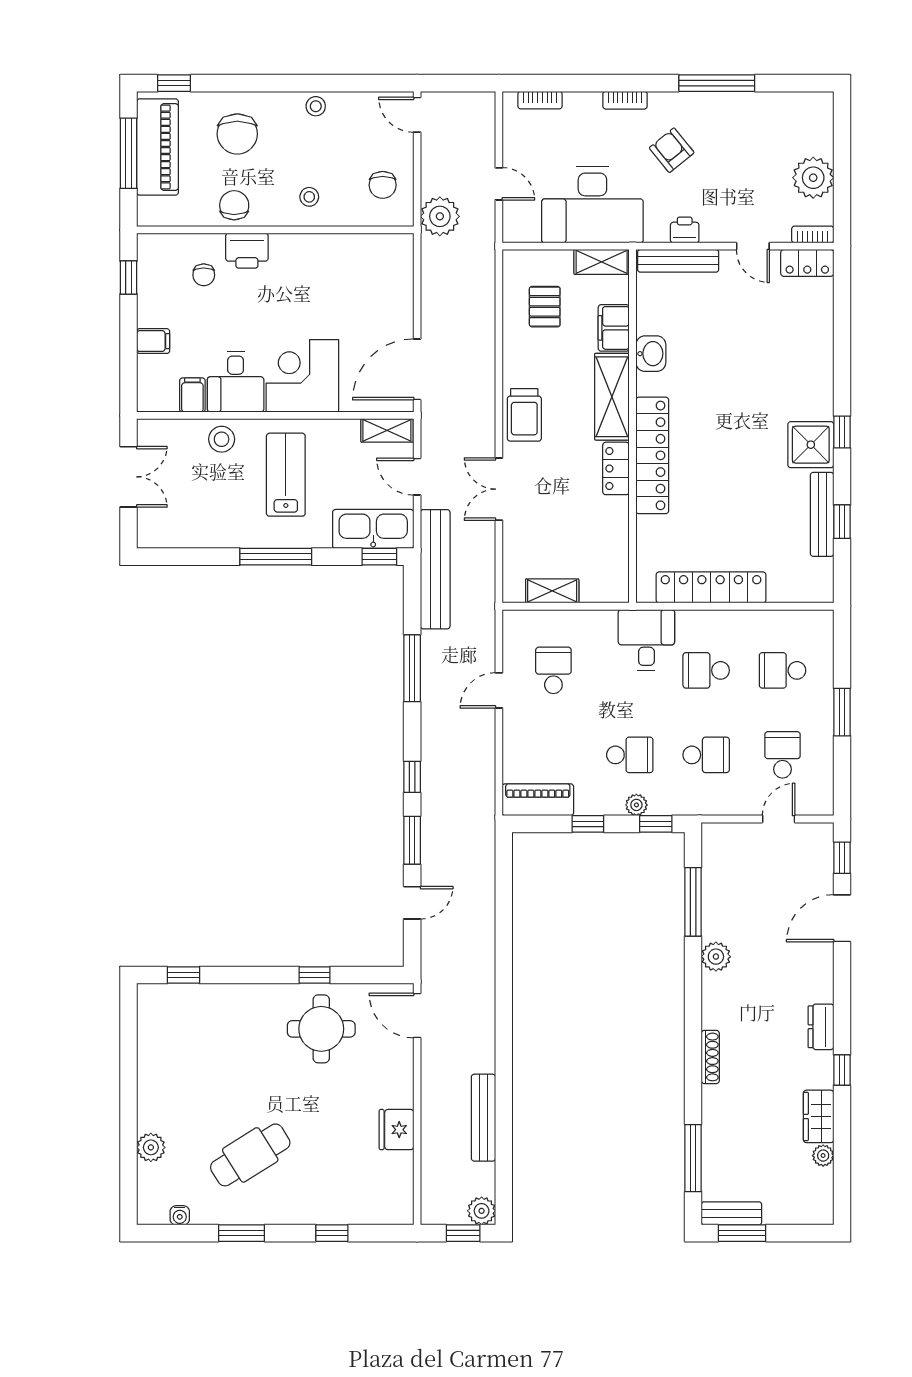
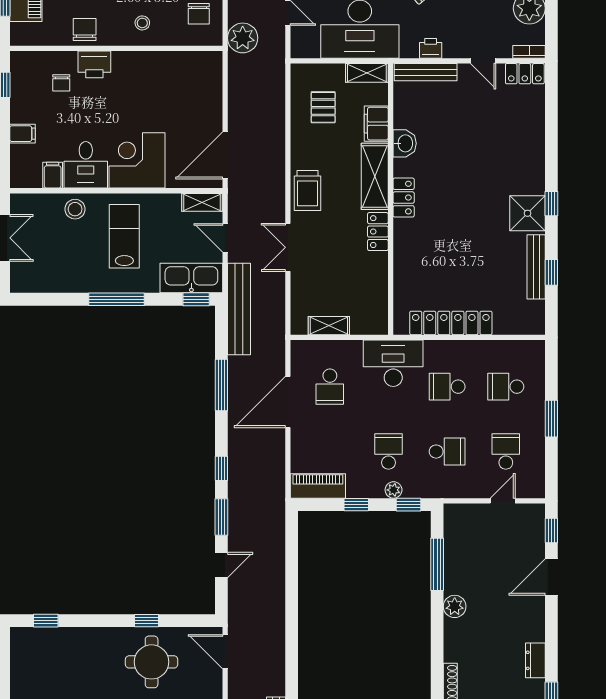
locker: (652, 455) -> (404, 198), width x0.46, depth x0.83
desk: (646, 640) -> (393, 363), width x1.37
school desk: (553, 670) -> (330, 387), turned 180
door: (499, 690) -> (288, 402), width x1.88
school desk: (630, 755) -> (388, 452), turned -90

